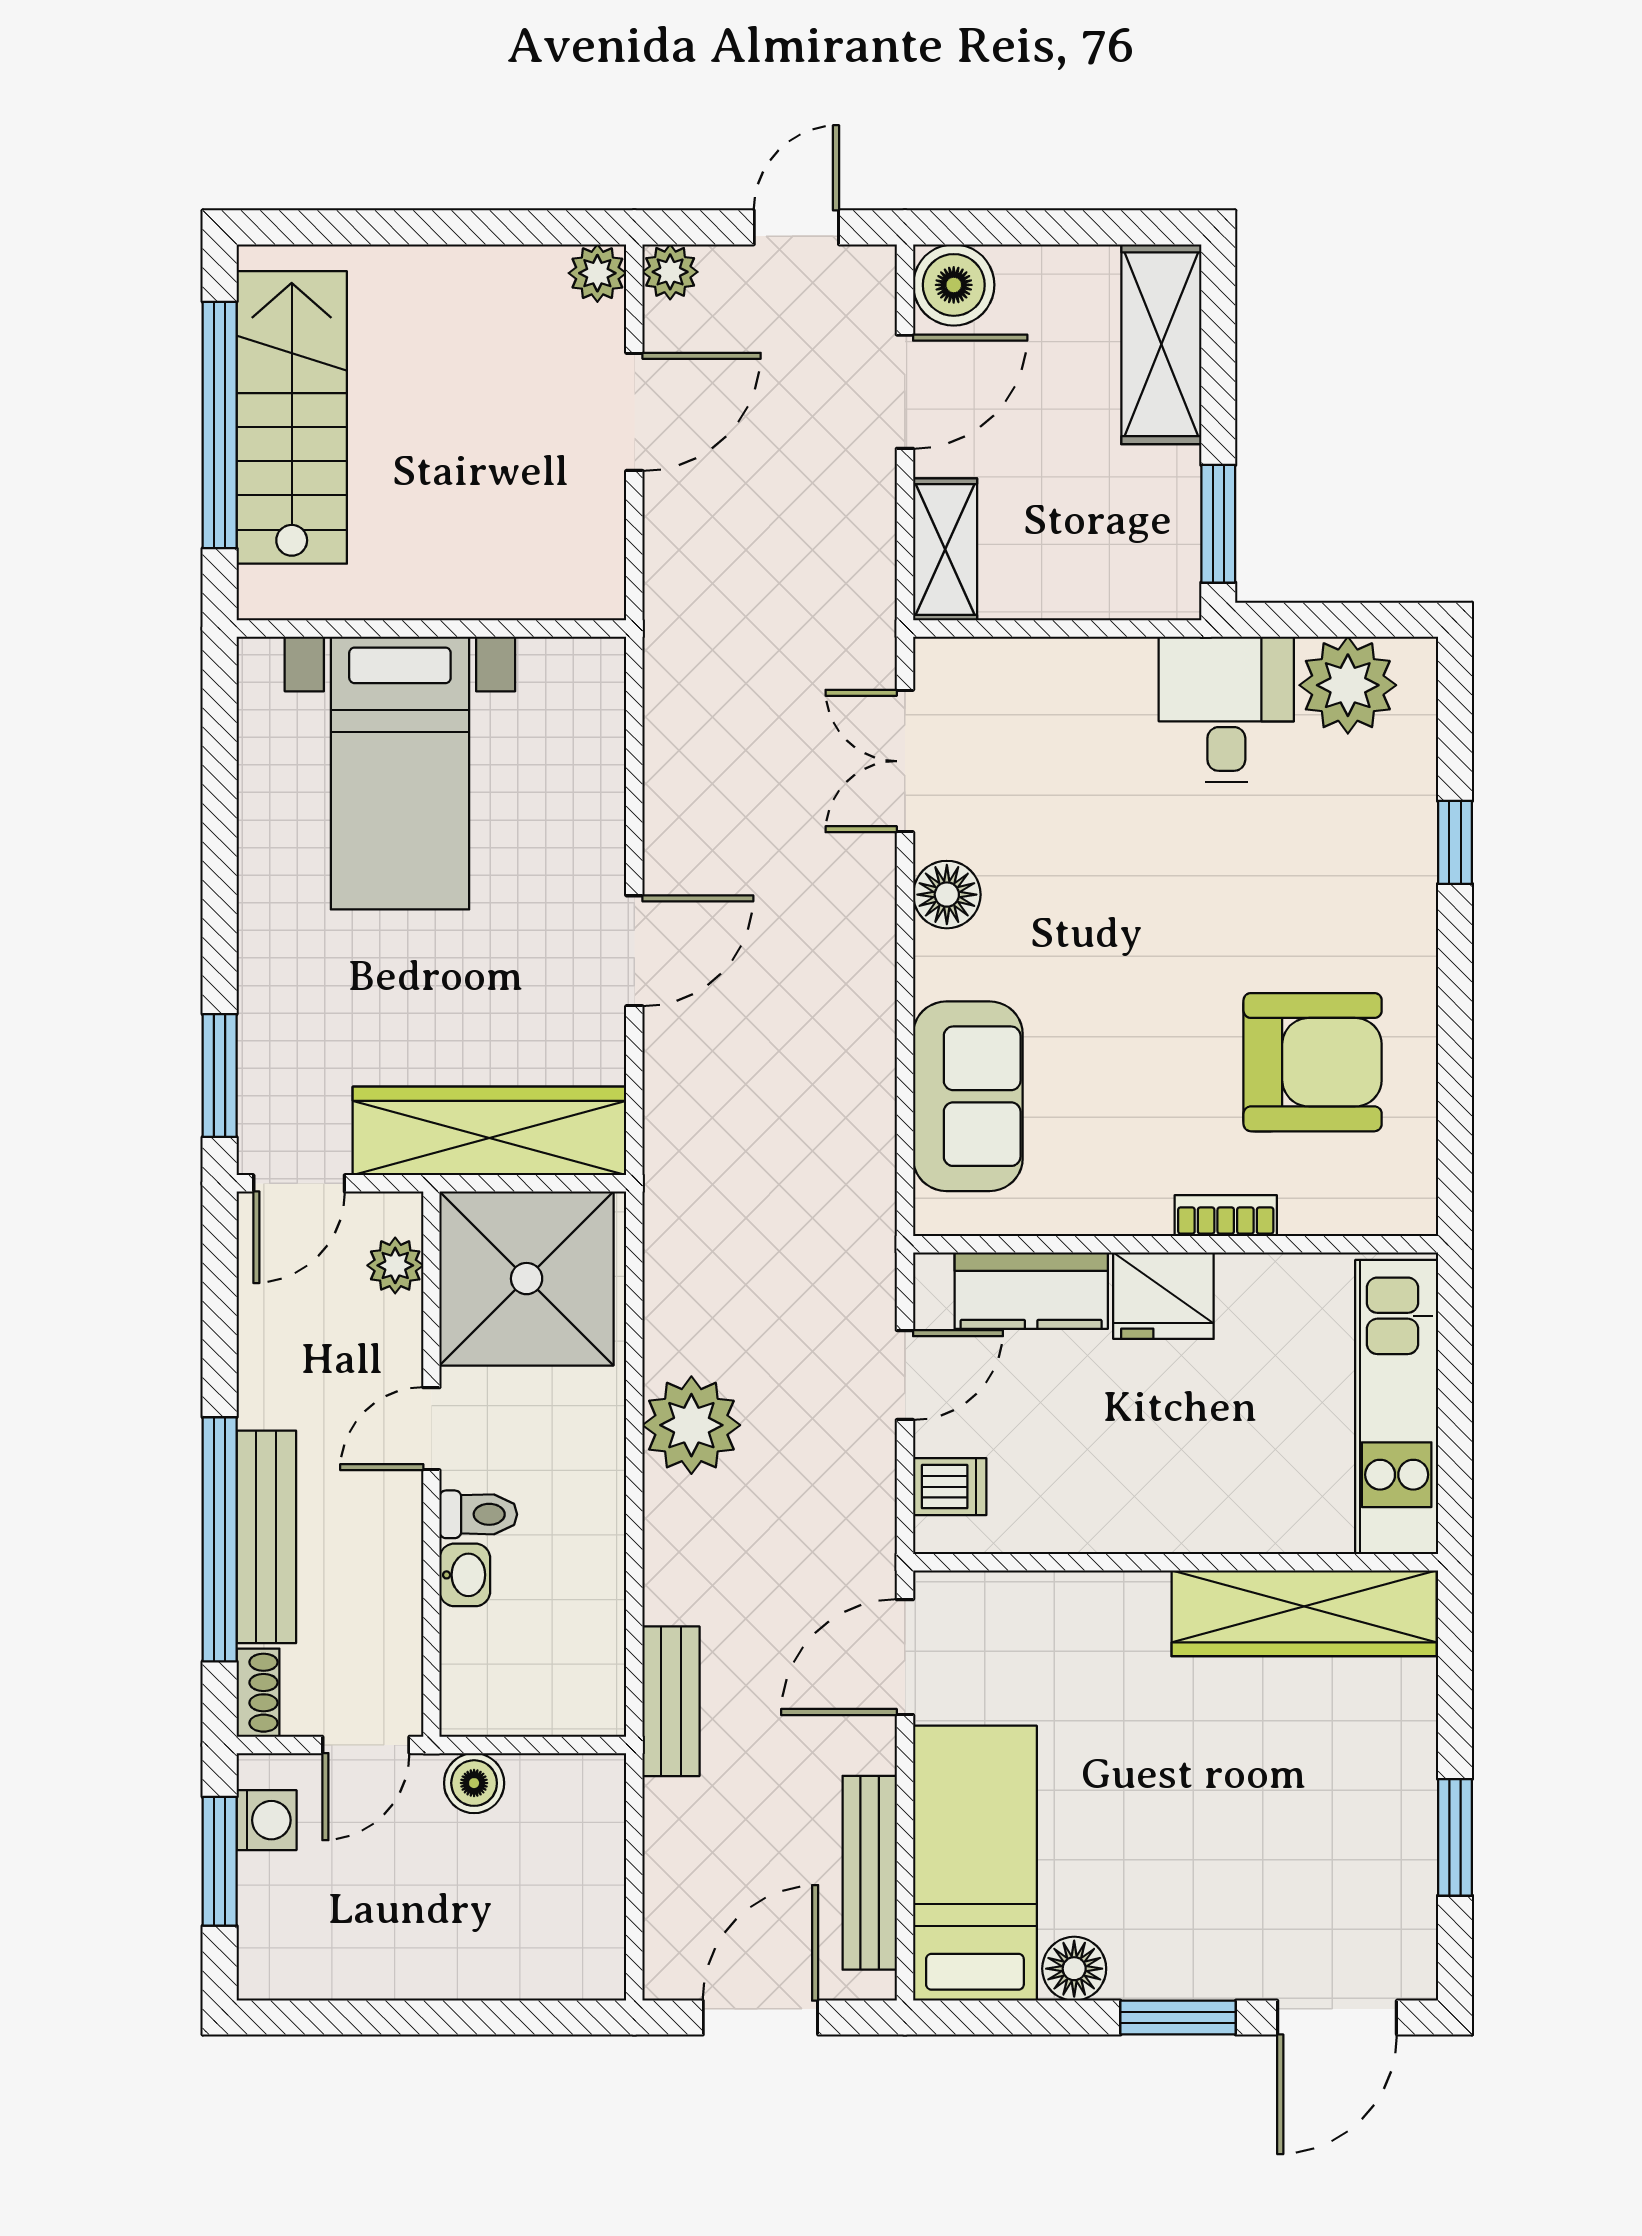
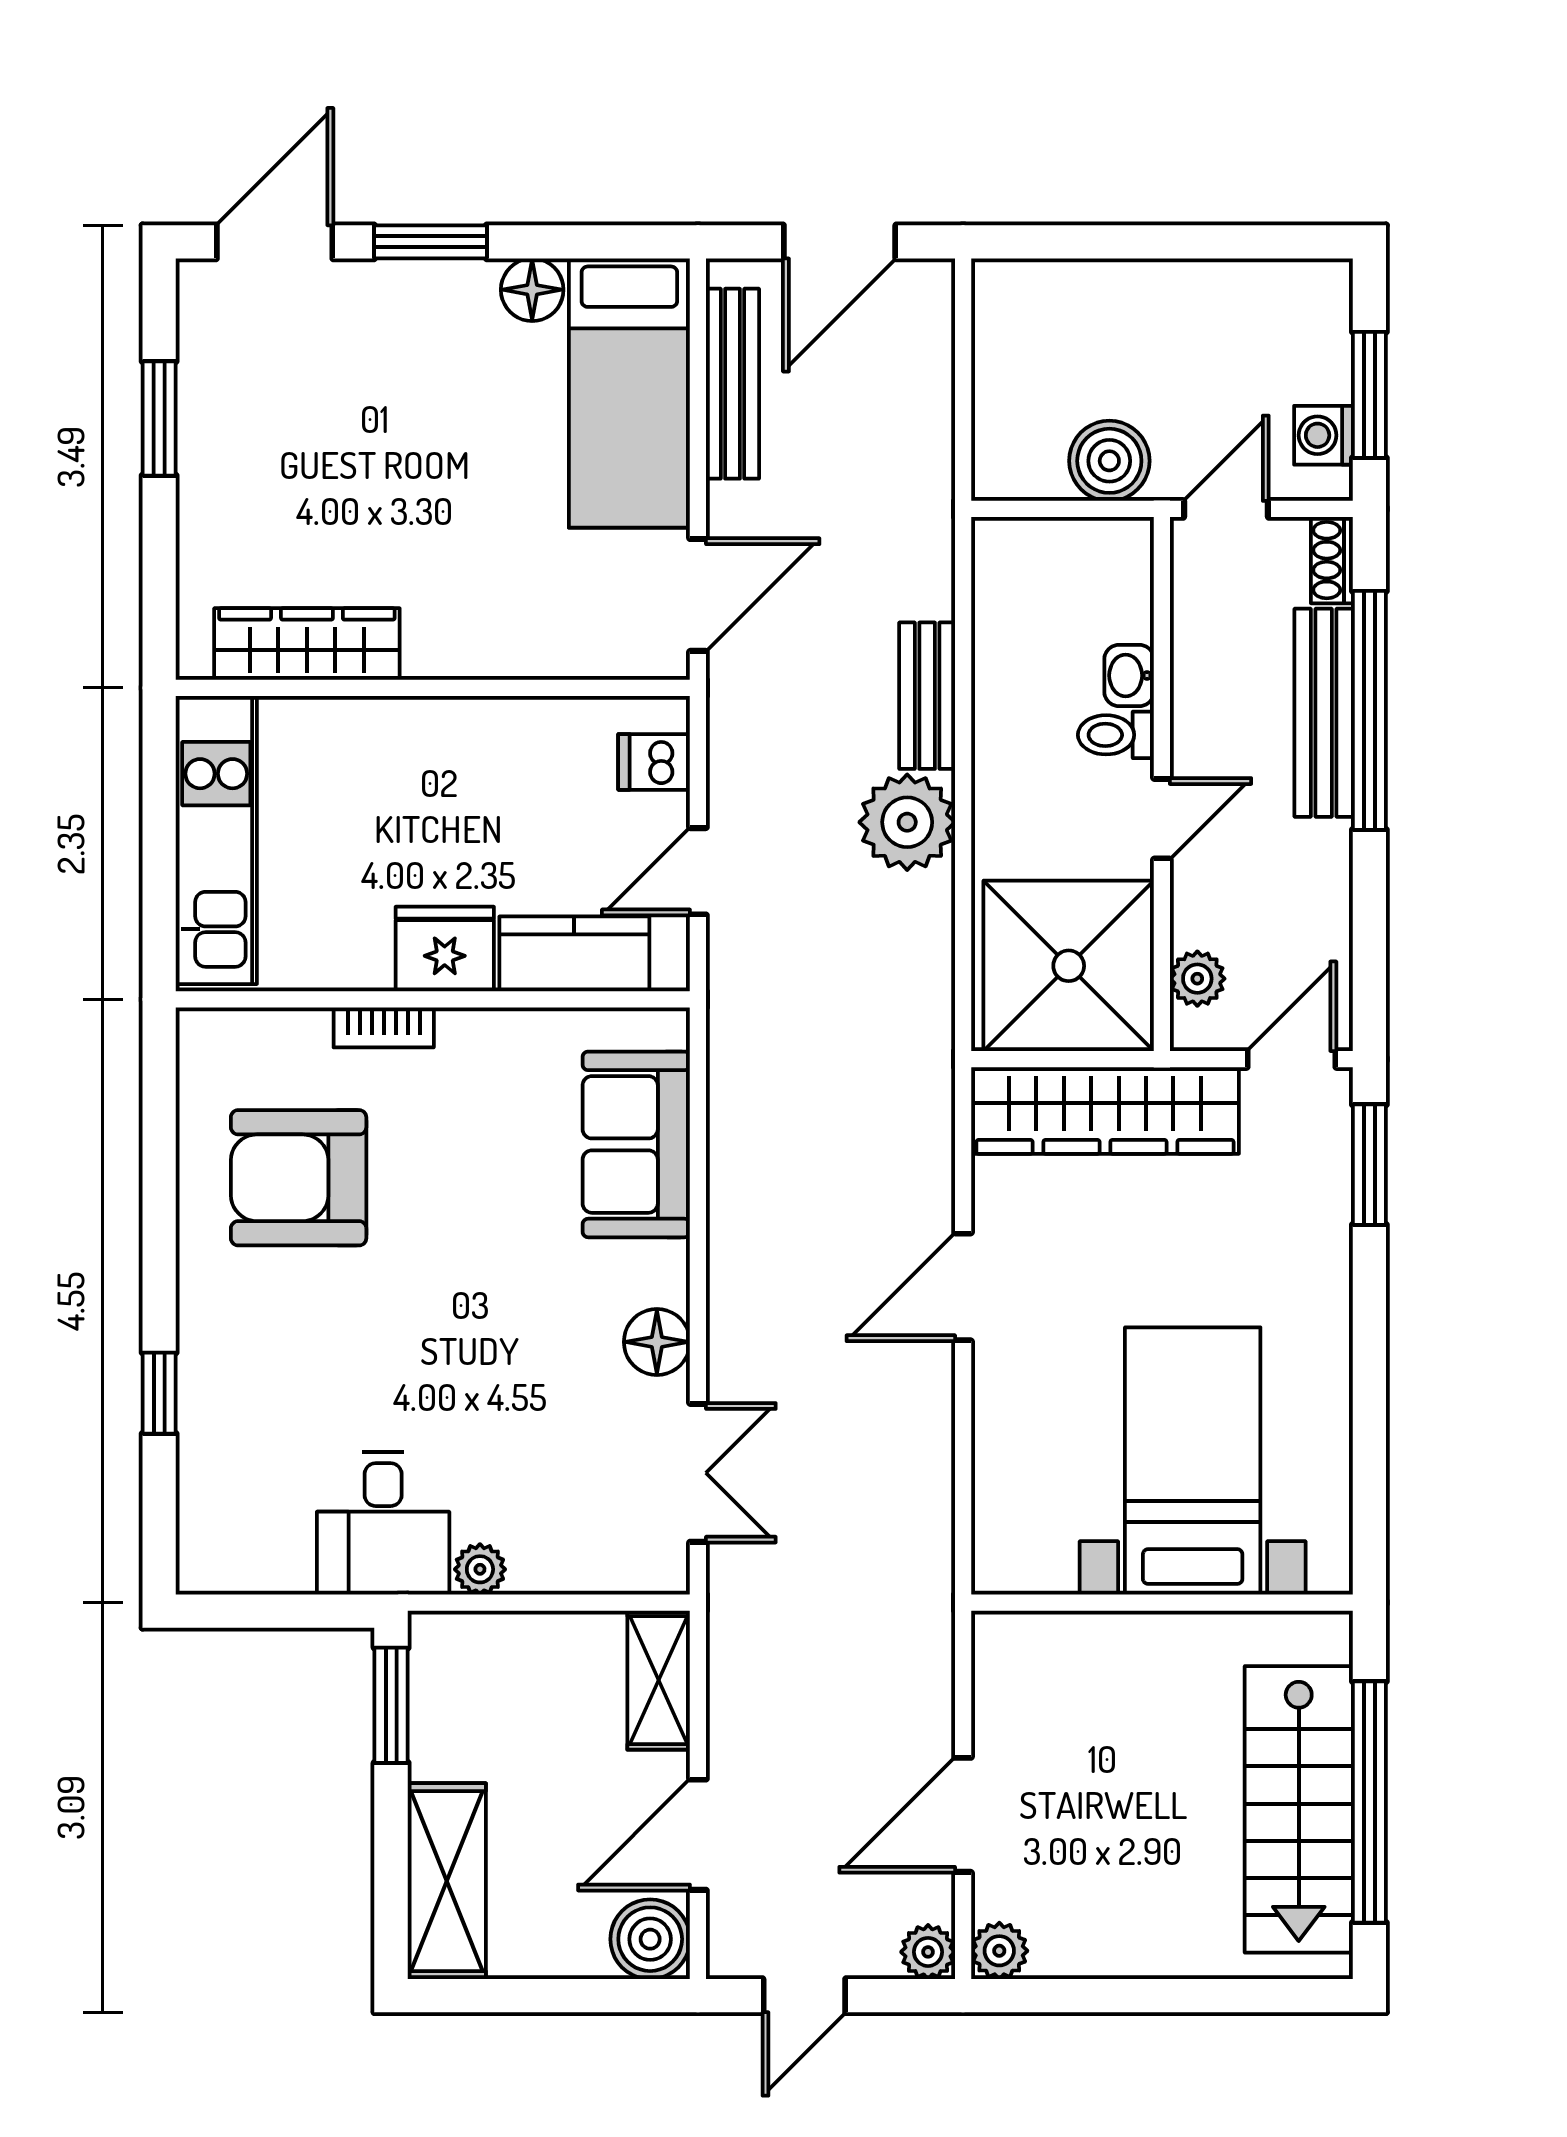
plant: (1348, 685) -> (480, 1569), moved, width x0.53, depth x0.53
wardrobe: (1304, 1613) -> (307, 644), width x0.71, depth x0.85
bench: (671, 1701) -> (927, 696), moved
boiler: (474, 1783) -> (1109, 461), width x1.36, depth x1.36

